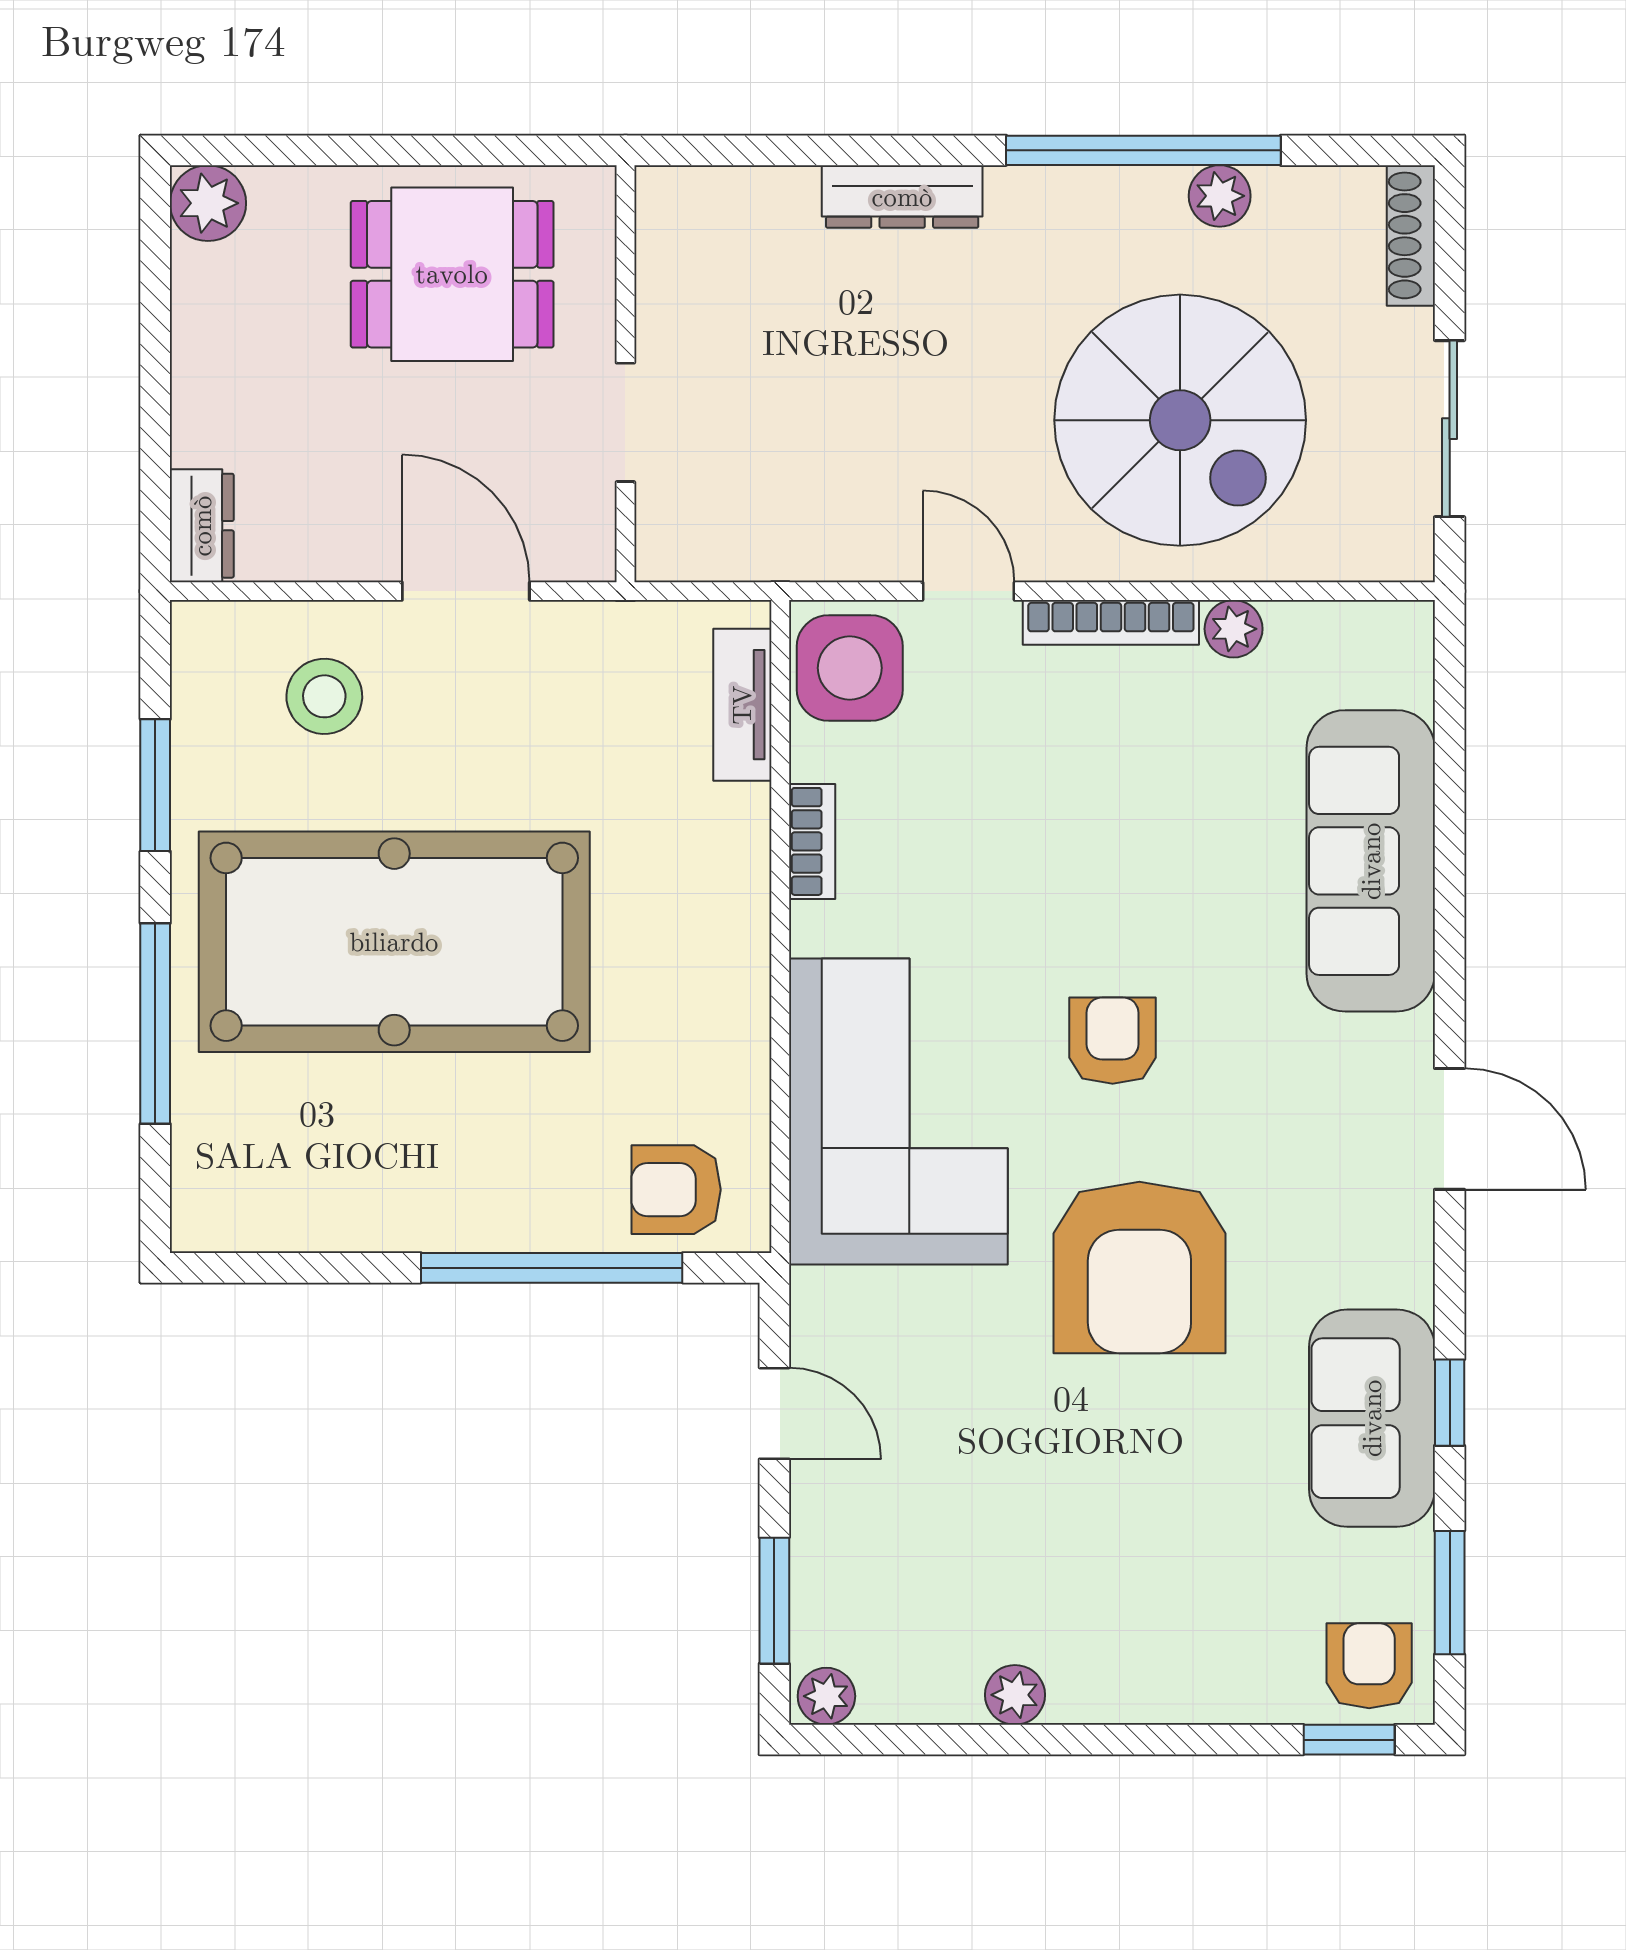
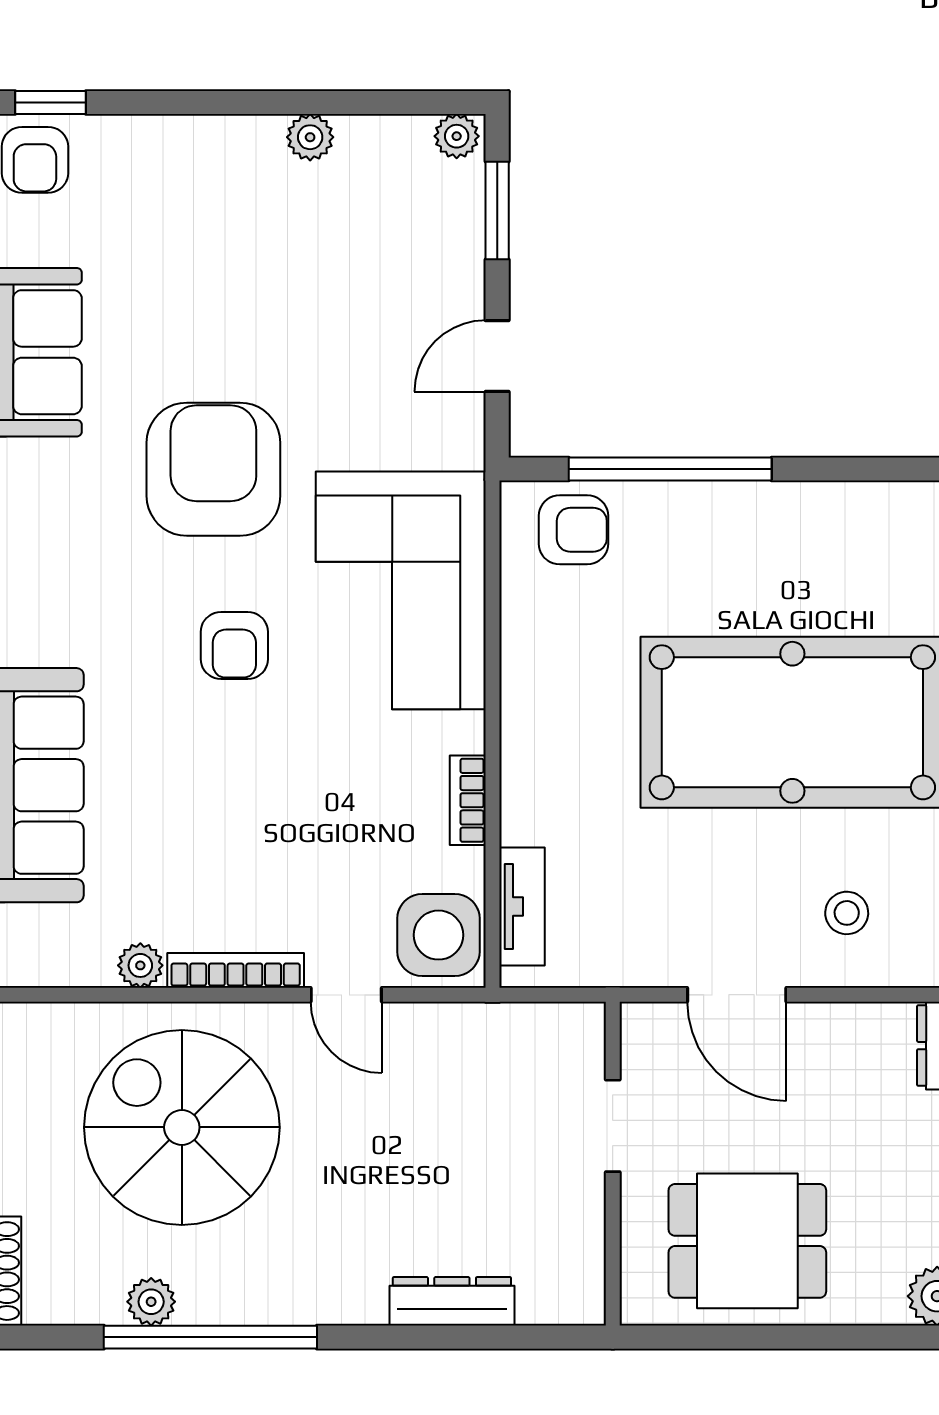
dresser: (902, 197) -> (452, 1301), moved
stool: (324, 696) -> (847, 913), width x0.73, depth x0.73
door: (774, 1413) -> (497, 356), hinge flipped

